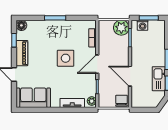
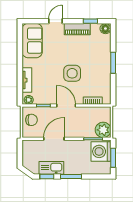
washing machine: (143, 25) -> (101, 151), width x1.89, depth x1.89
chair: (122, 101) -> (31, 120), moved

